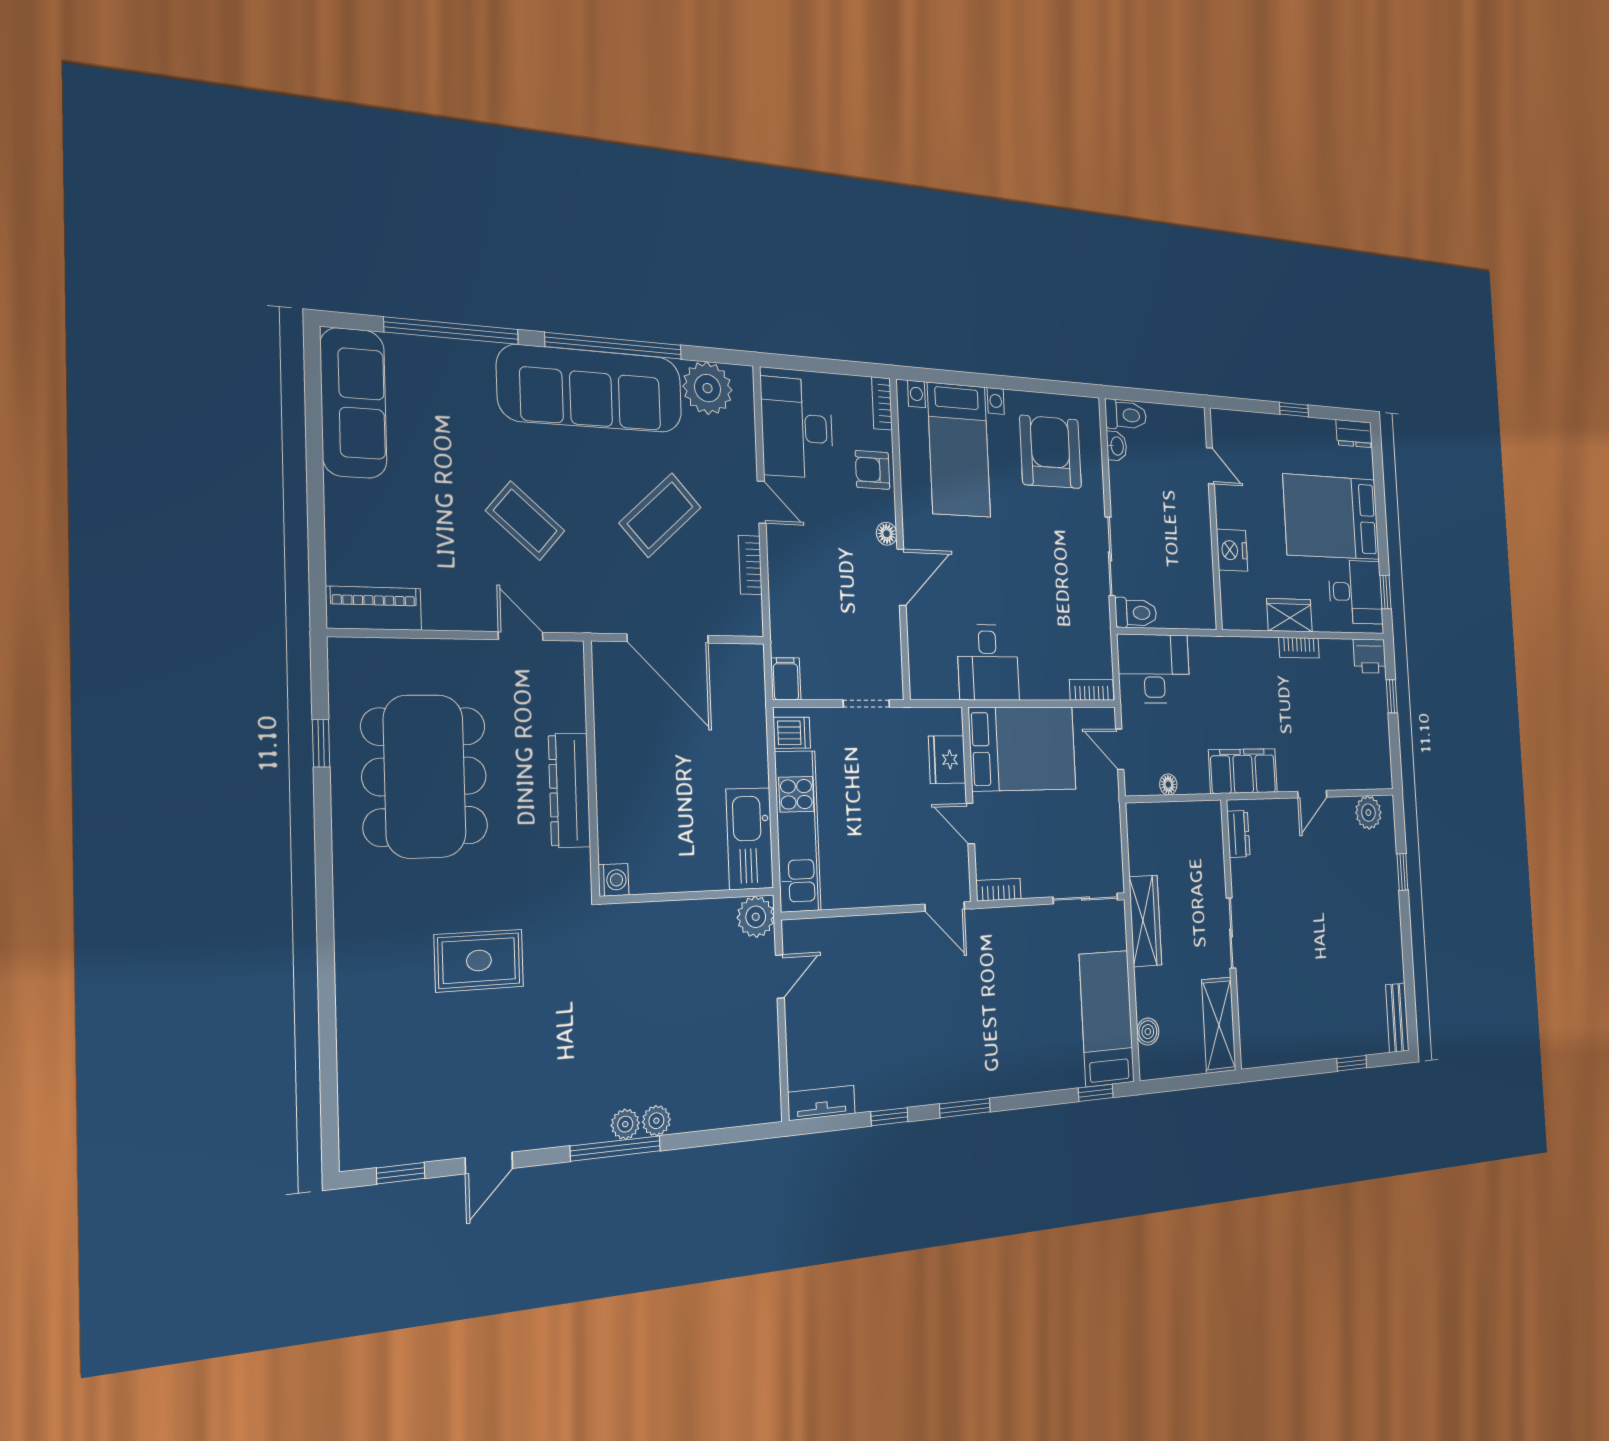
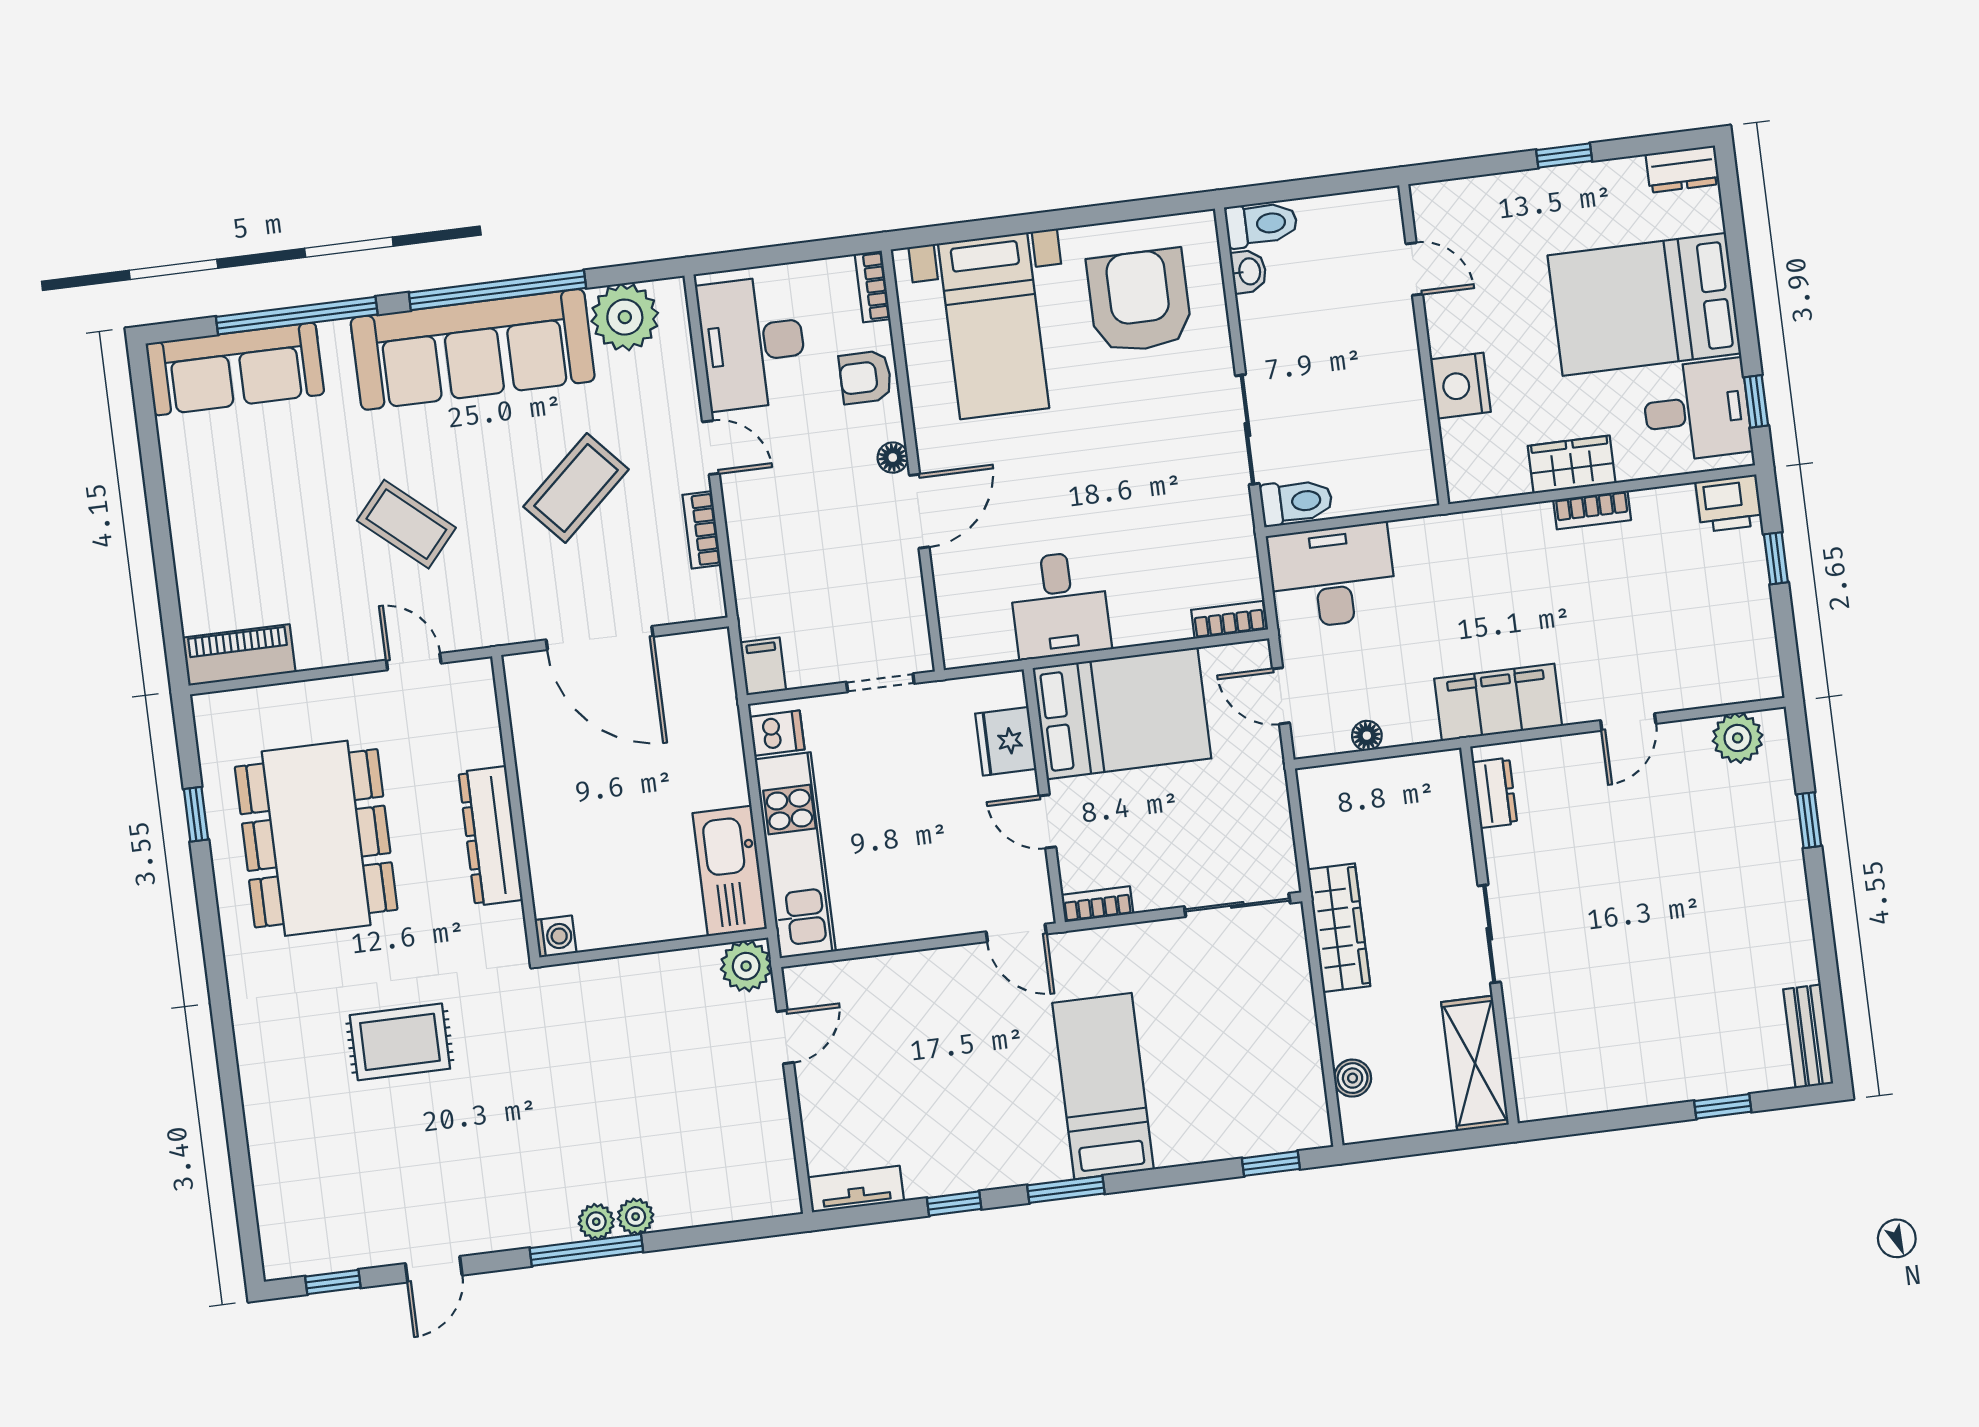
sofa: (353, 403) -> (235, 369), moved, turned 90
bed: (1107, 1018) -> (1103, 1086), moved

